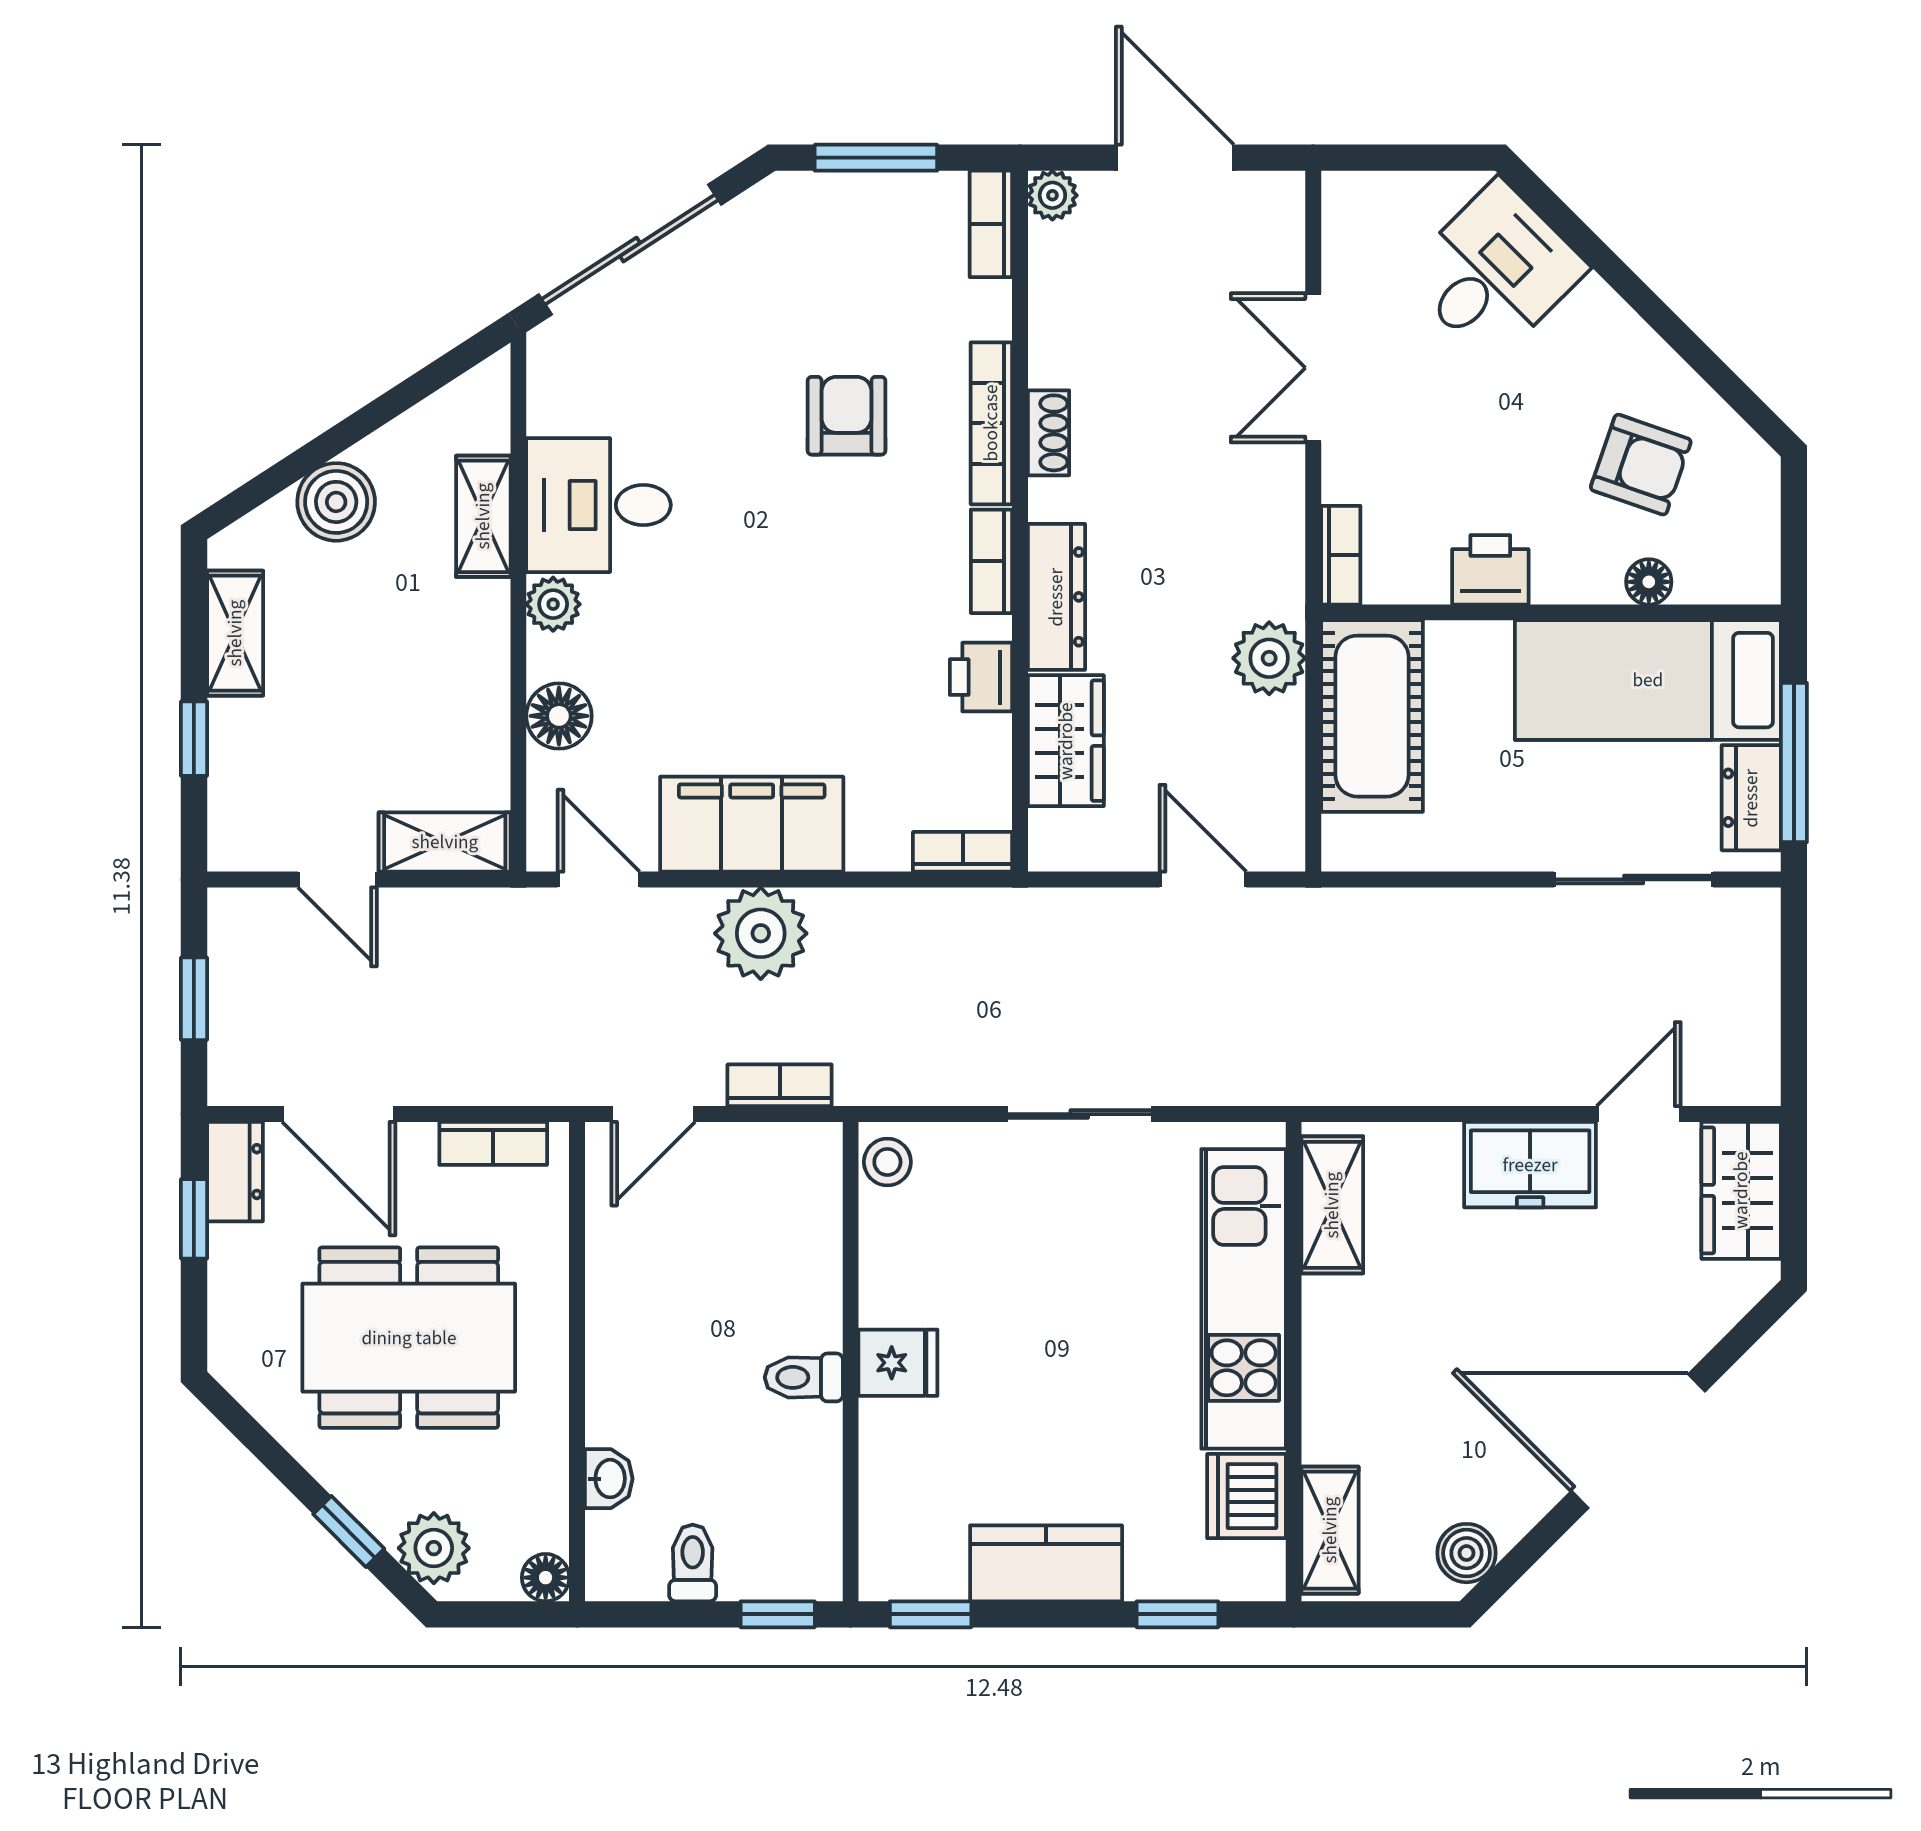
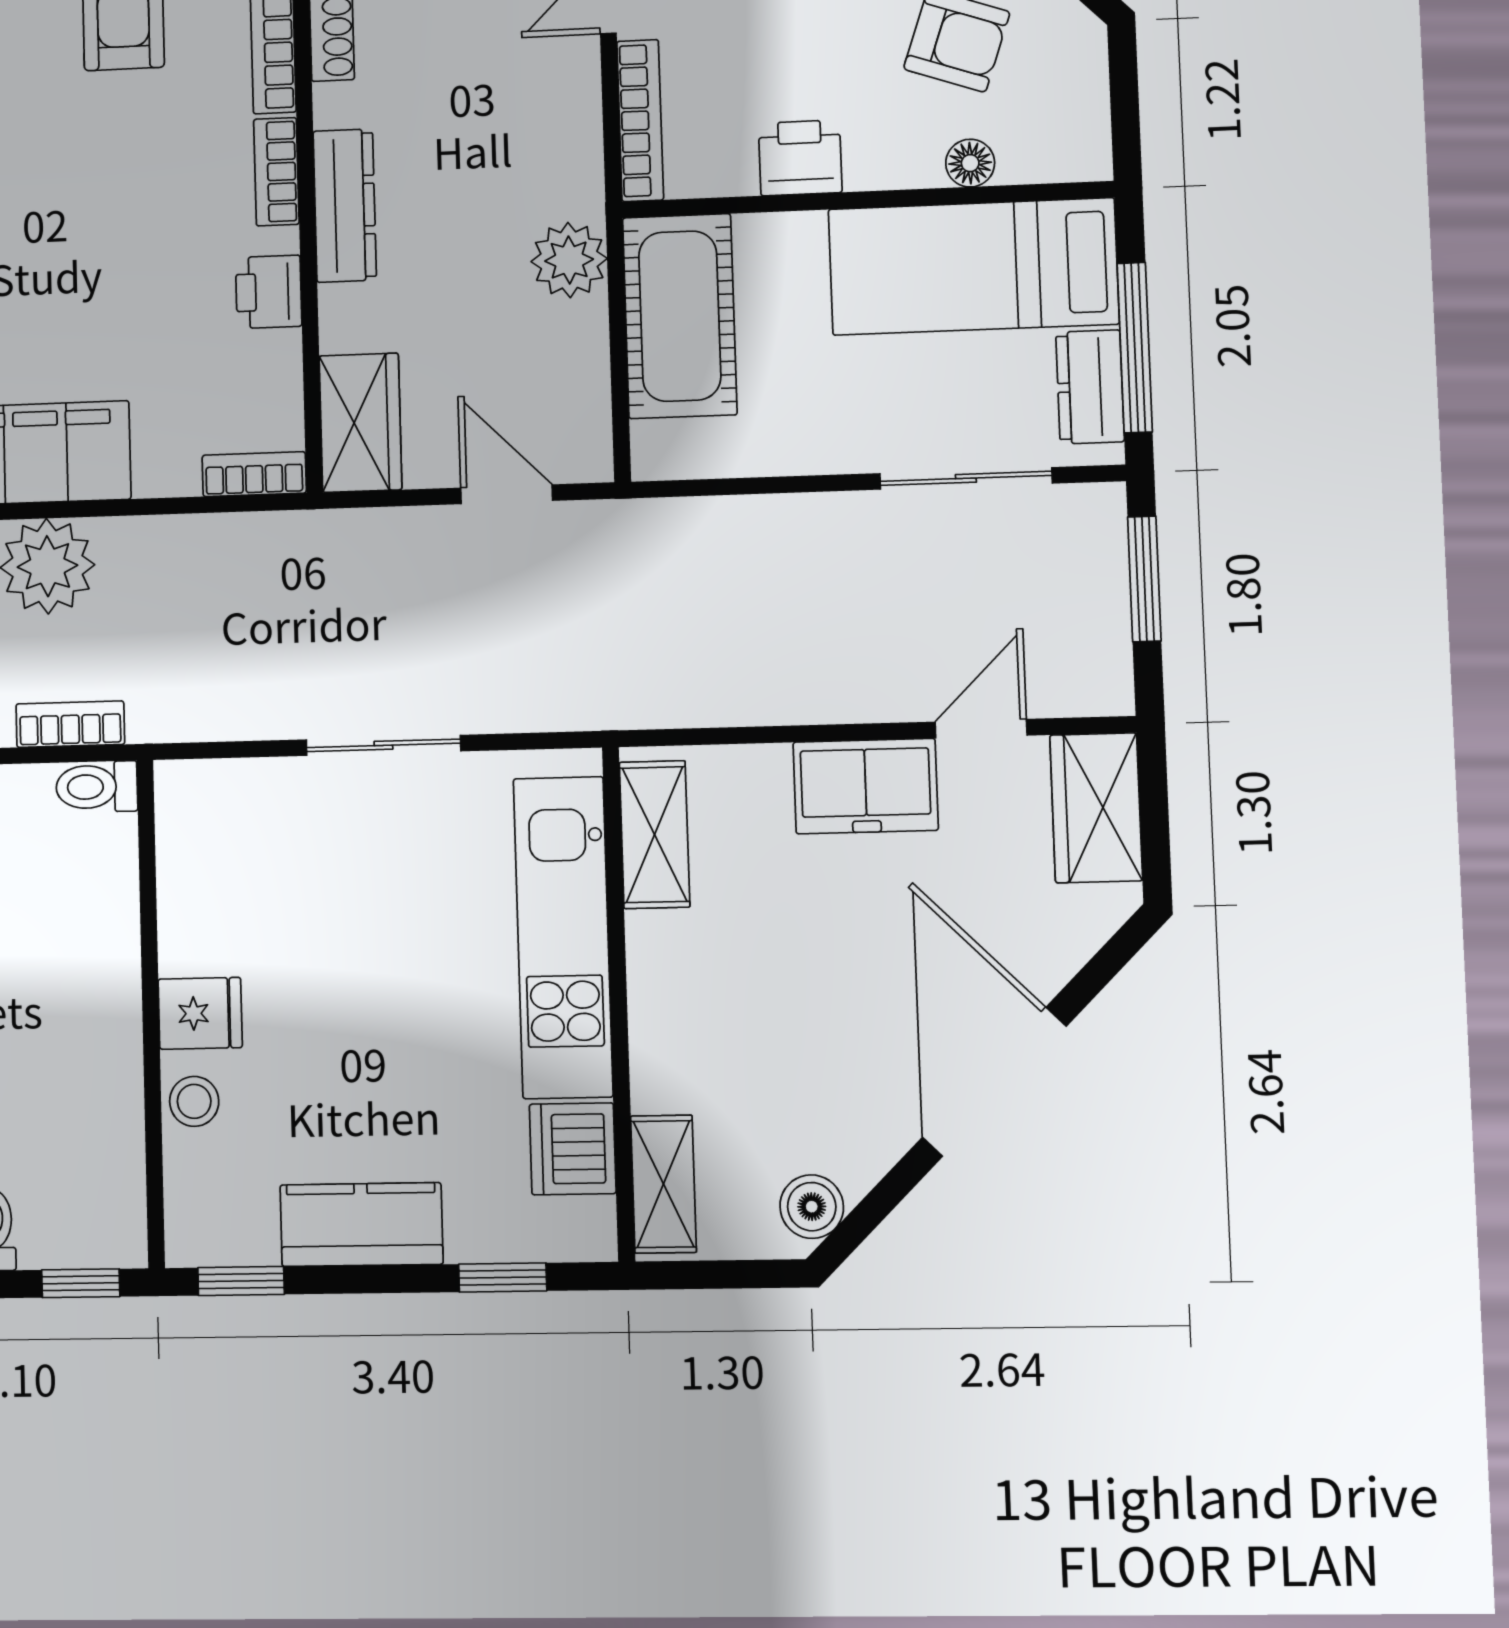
bookcase: (1341, 555) -> (640, 121), width x1.56
wardrobe: (1066, 741) -> (360, 423), moved
window: (1794, 979) -> (1144, 579), added
stool: (887, 1162) -> (194, 1101), moved
toilet: (804, 1377) -> (97, 787), moved
door: (1638, 1441) -> (994, 1082), hinge flipped

